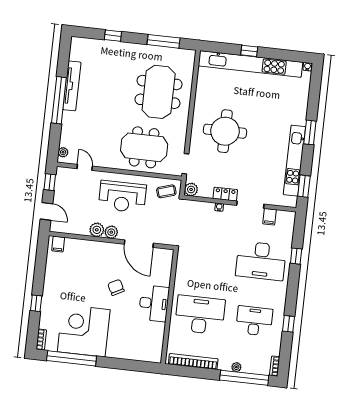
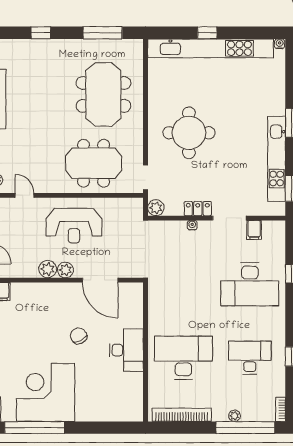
coffee table: (166, 191) -> (126, 213), removed

